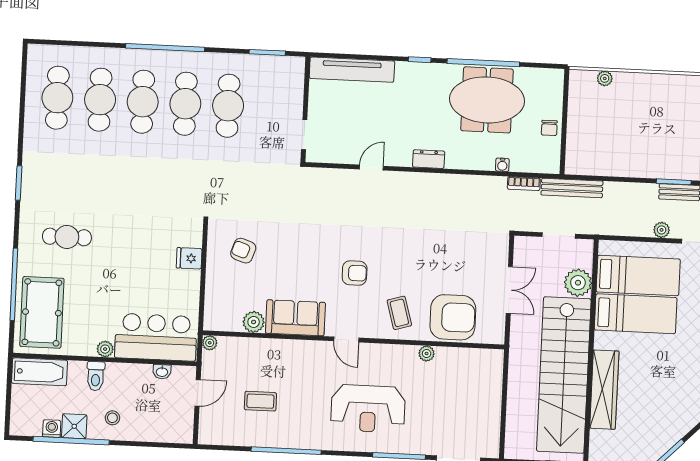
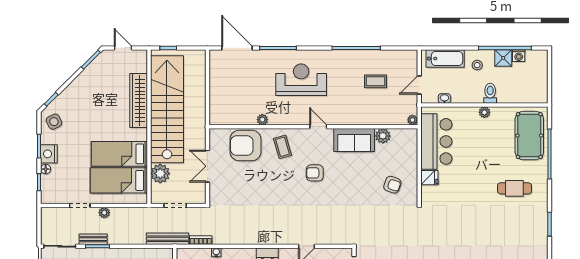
bar counter: (156, 337) -> (436, 141), moved, turned -90
bathtub: (40, 372) -> (445, 59), moved, turned 180

